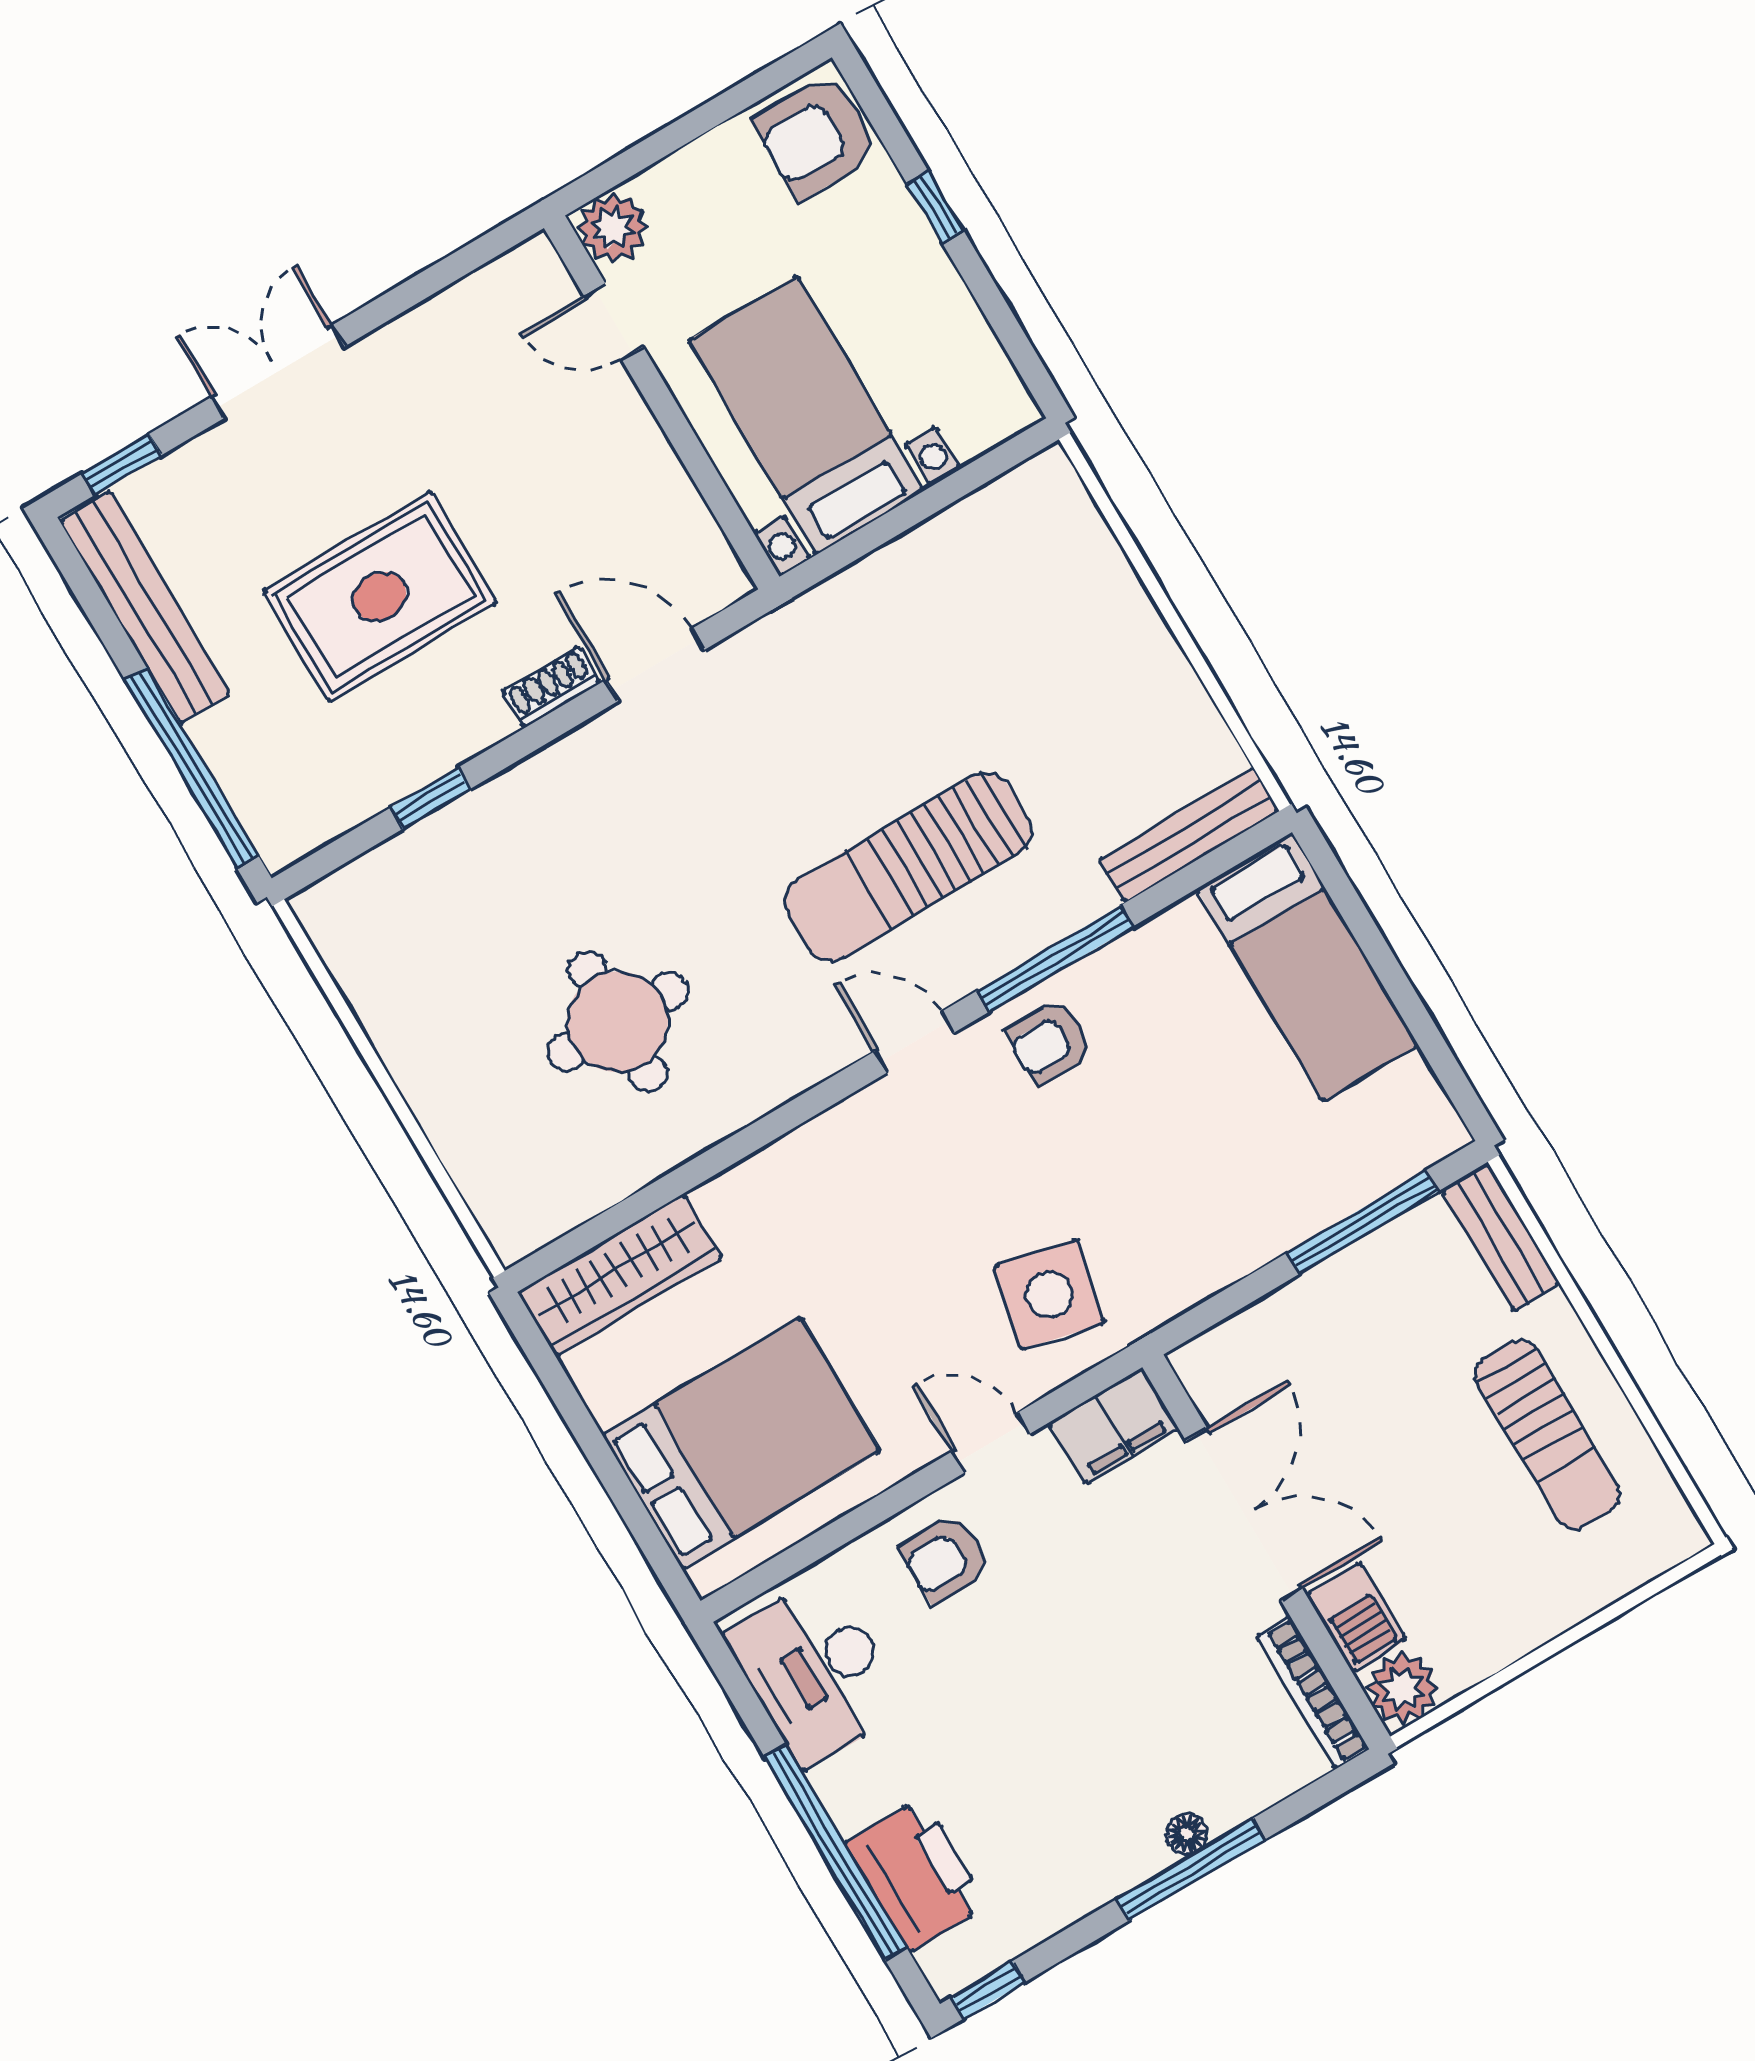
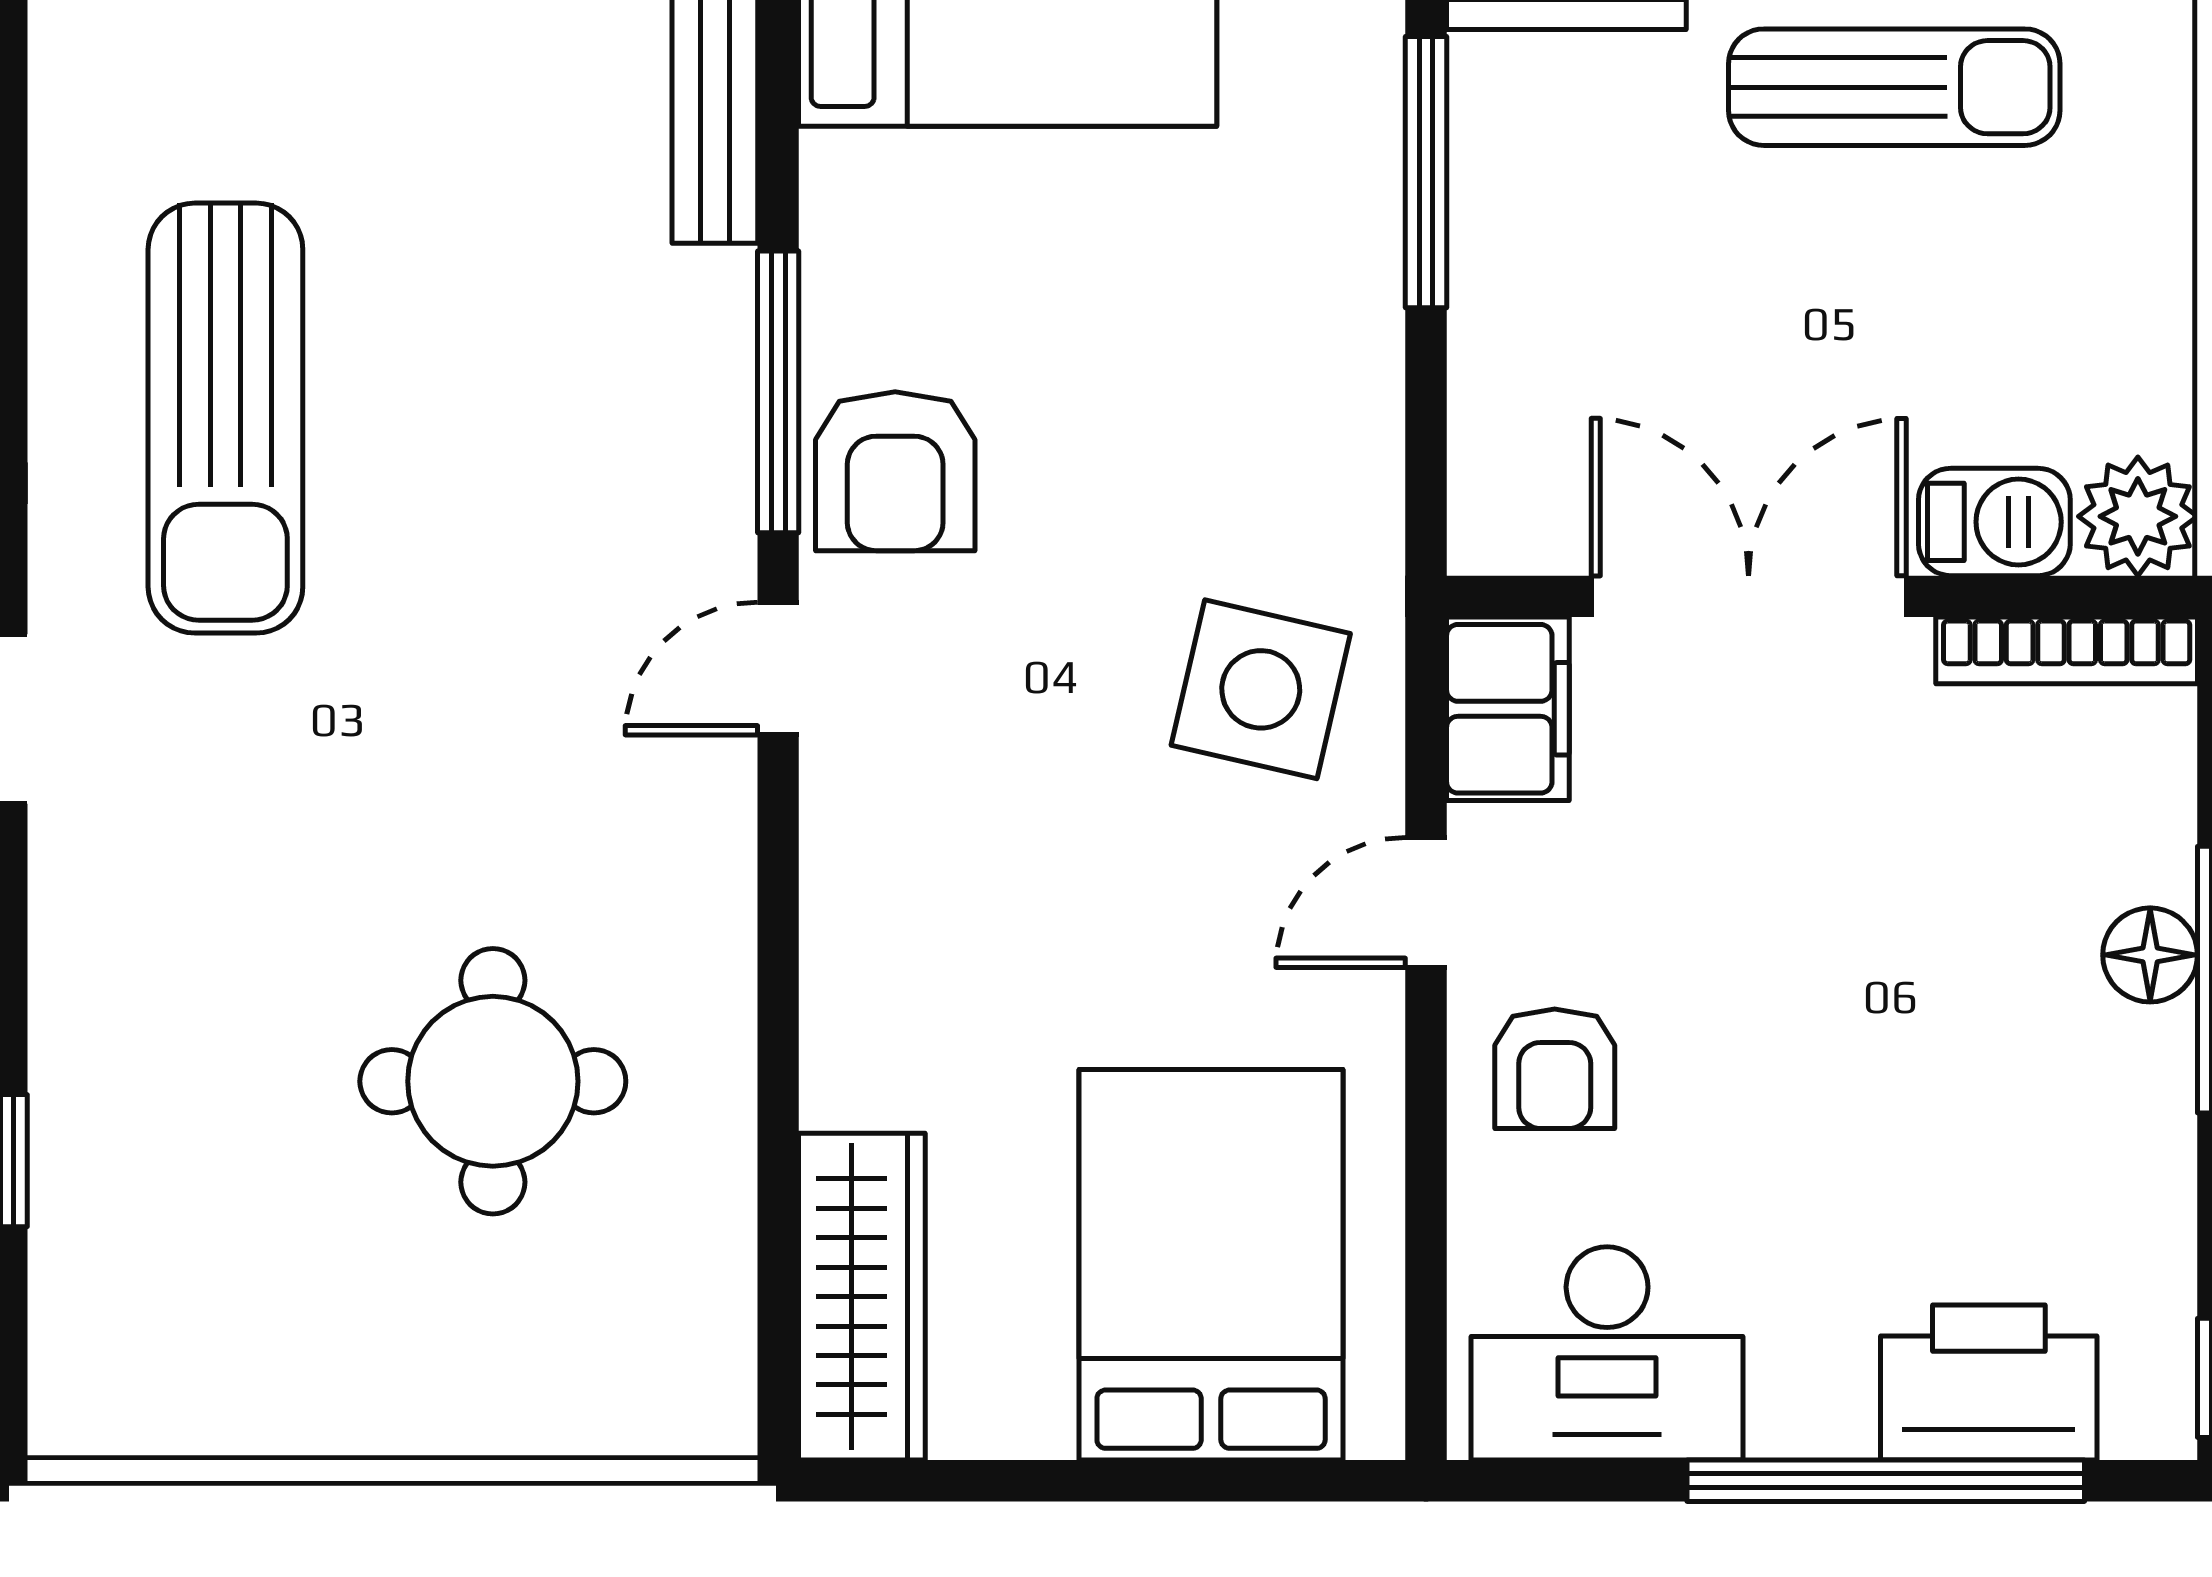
sun lounger: (908, 867) -> (225, 418), moved
armchair: (1050, 1042) -> (895, 471), width x1.38, depth x1.38
floor lamp: (1187, 1834) -> (2150, 955), width x1.37, depth x1.37

